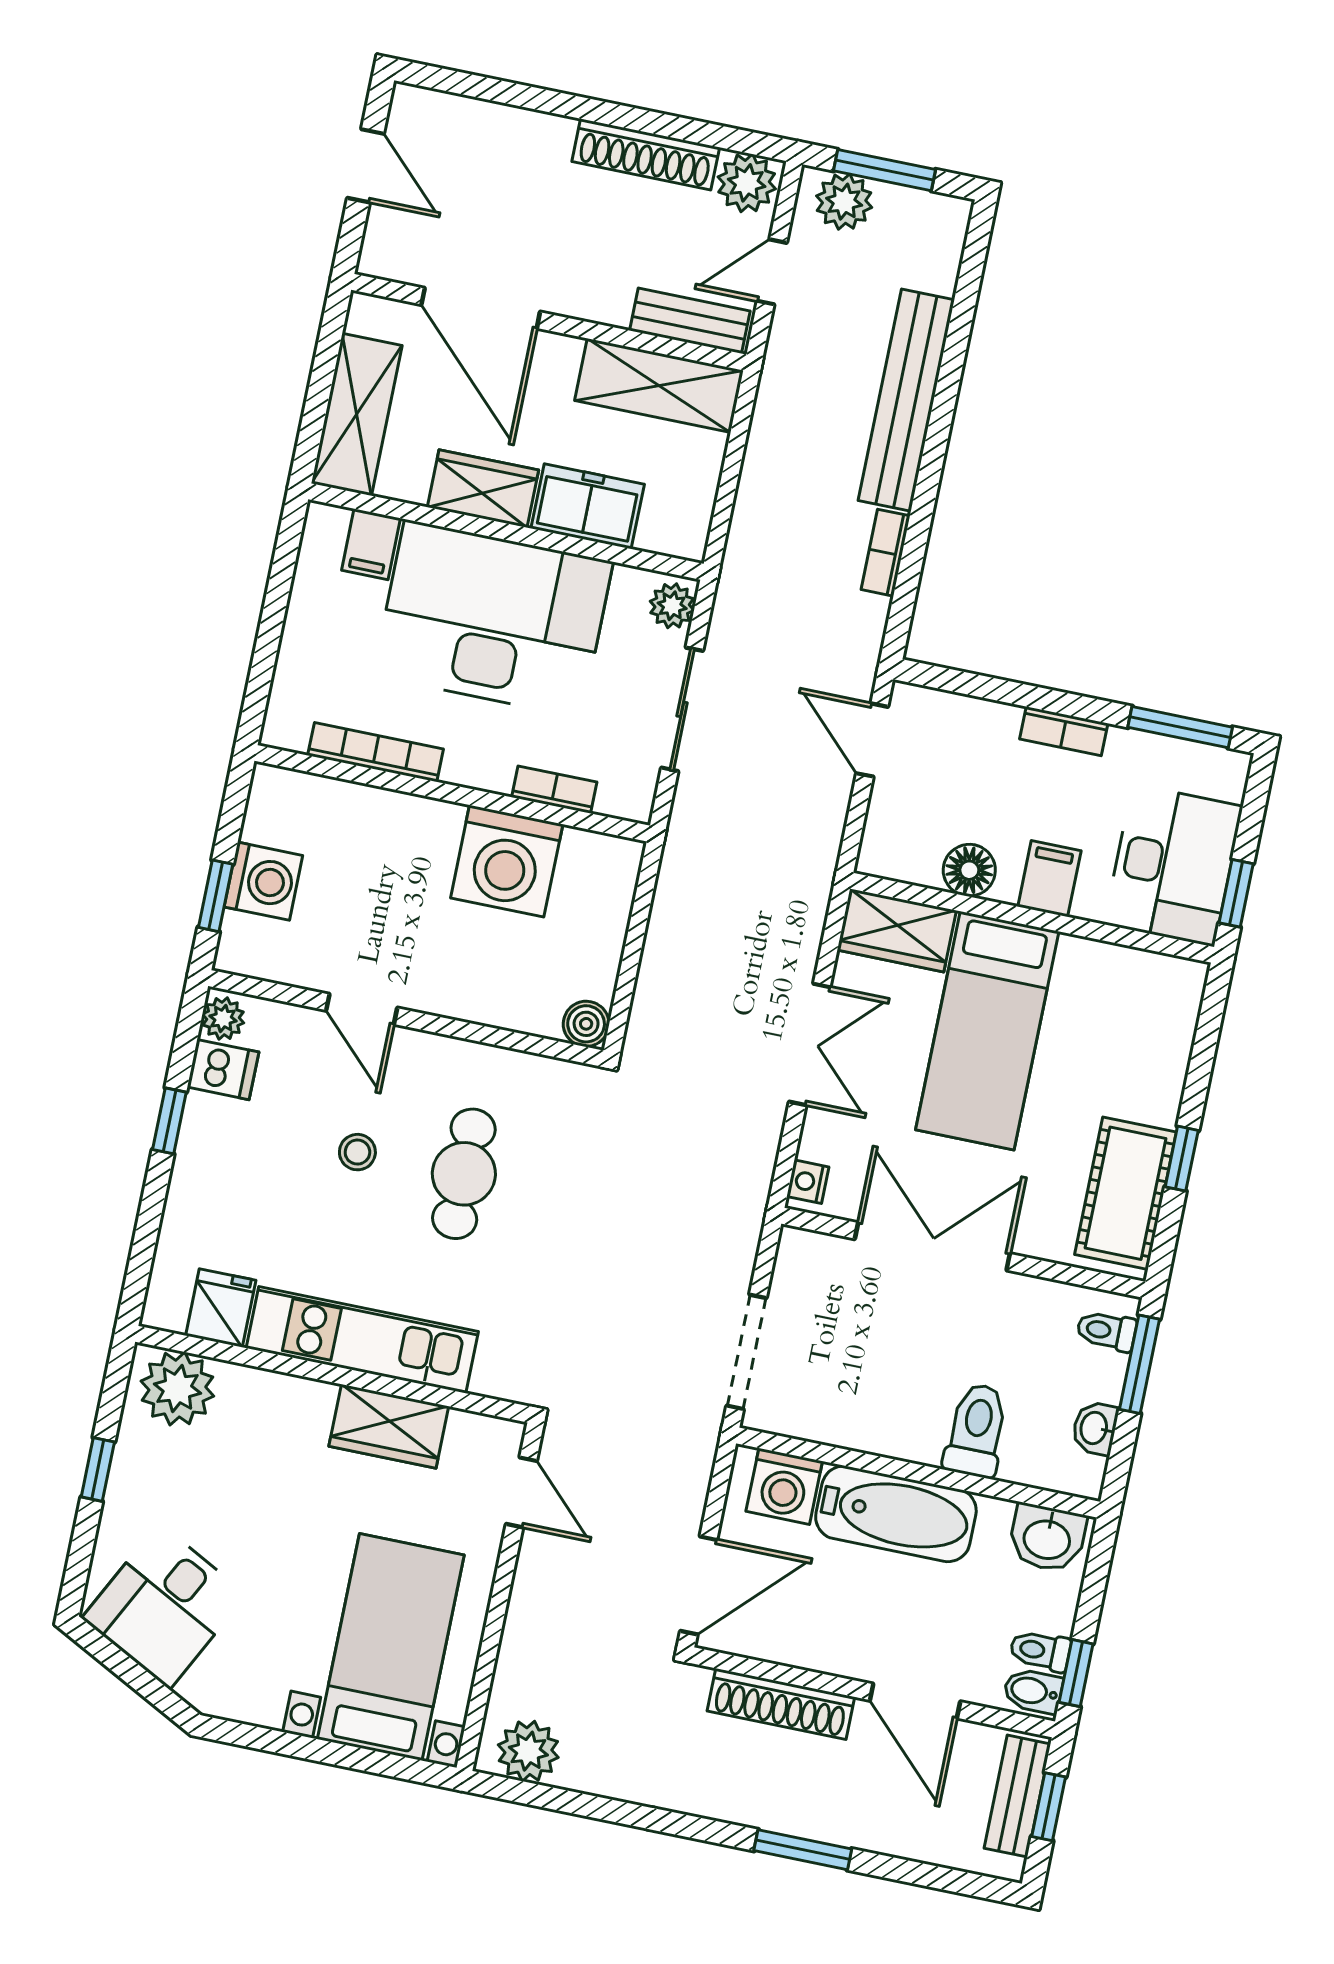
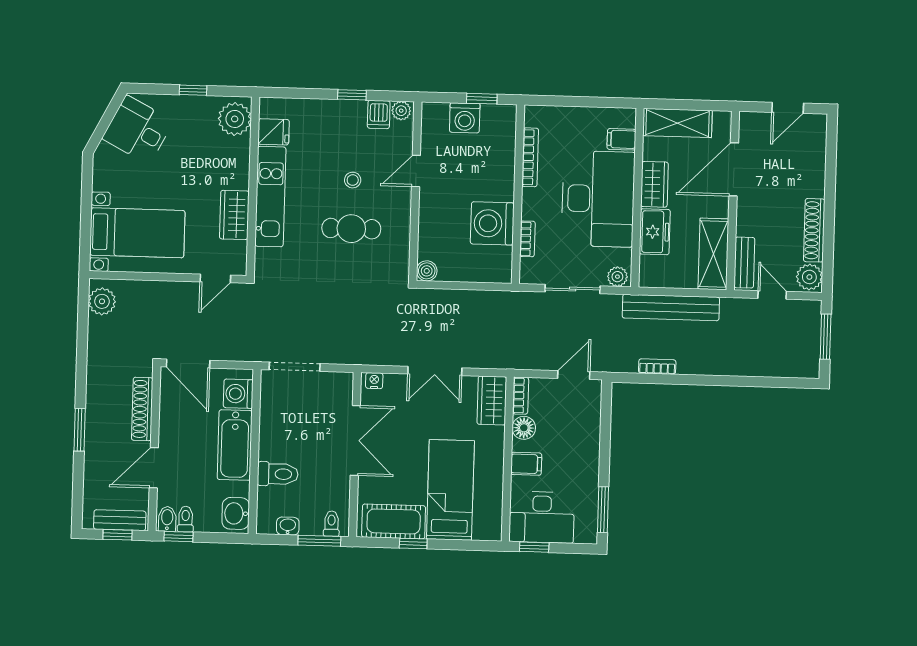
plant: (844, 202) -> (809, 321), removed
bench: (906, 400) -> (671, 308), moved
bookcase: (1064, 731) -> (521, 396), moved, turned 180
window: (216, 896) -> (482, 99), moved
bed: (987, 1031) -> (450, 490), moved, turned 90

